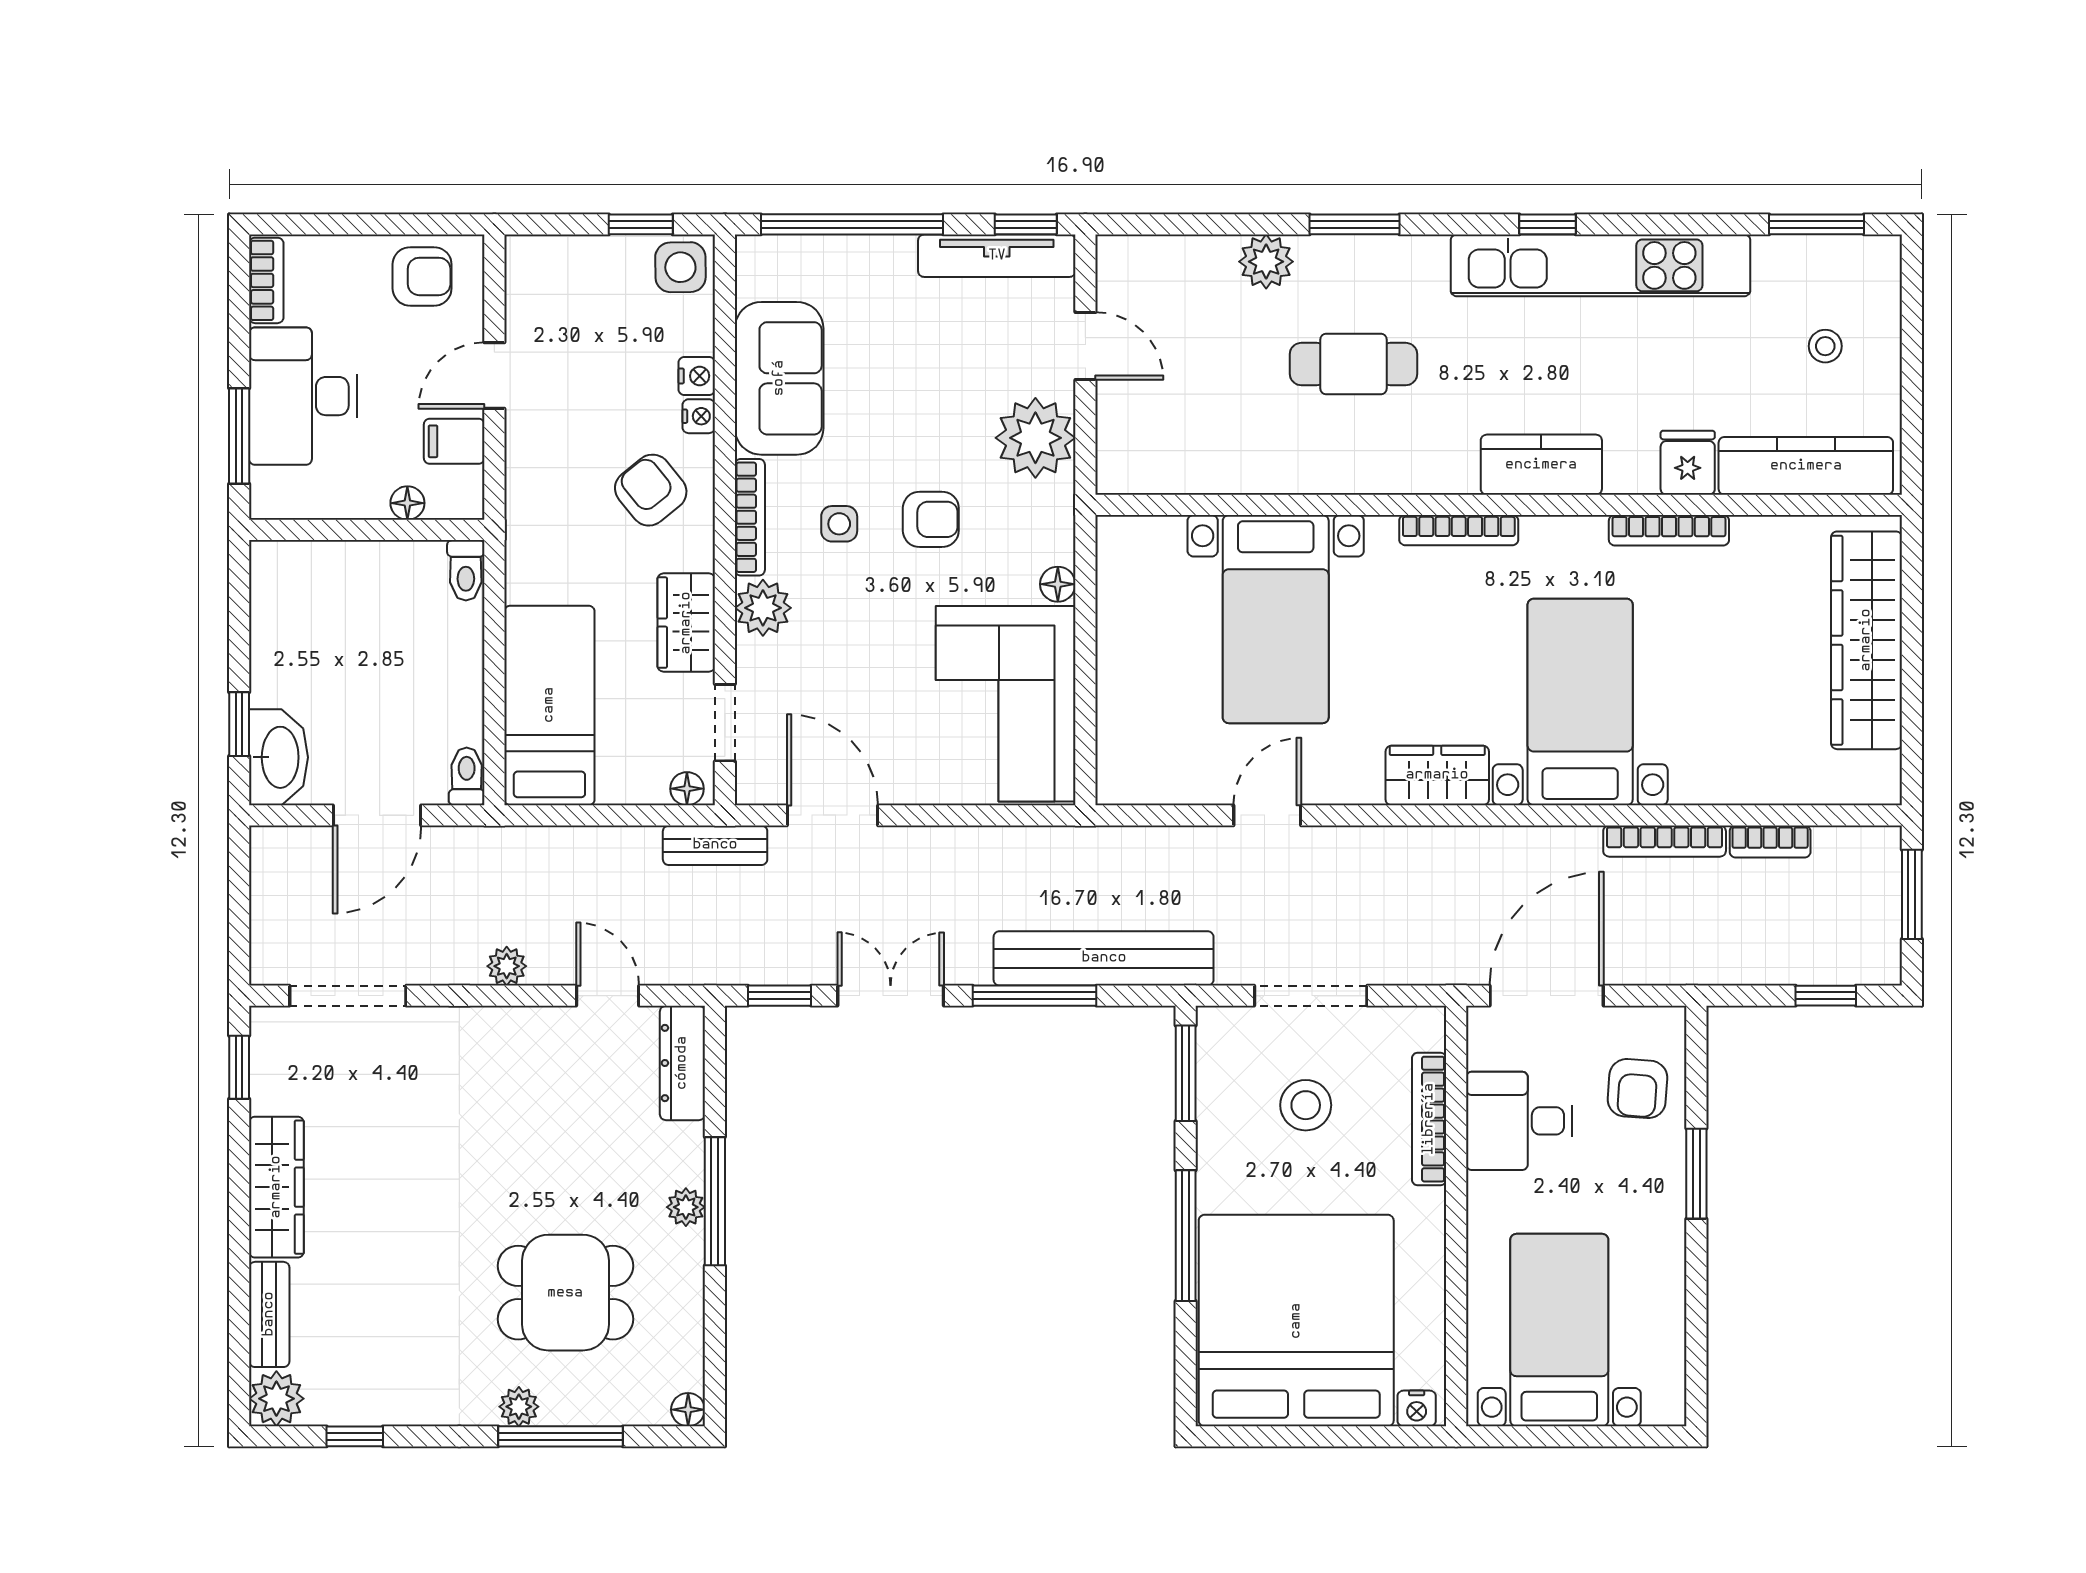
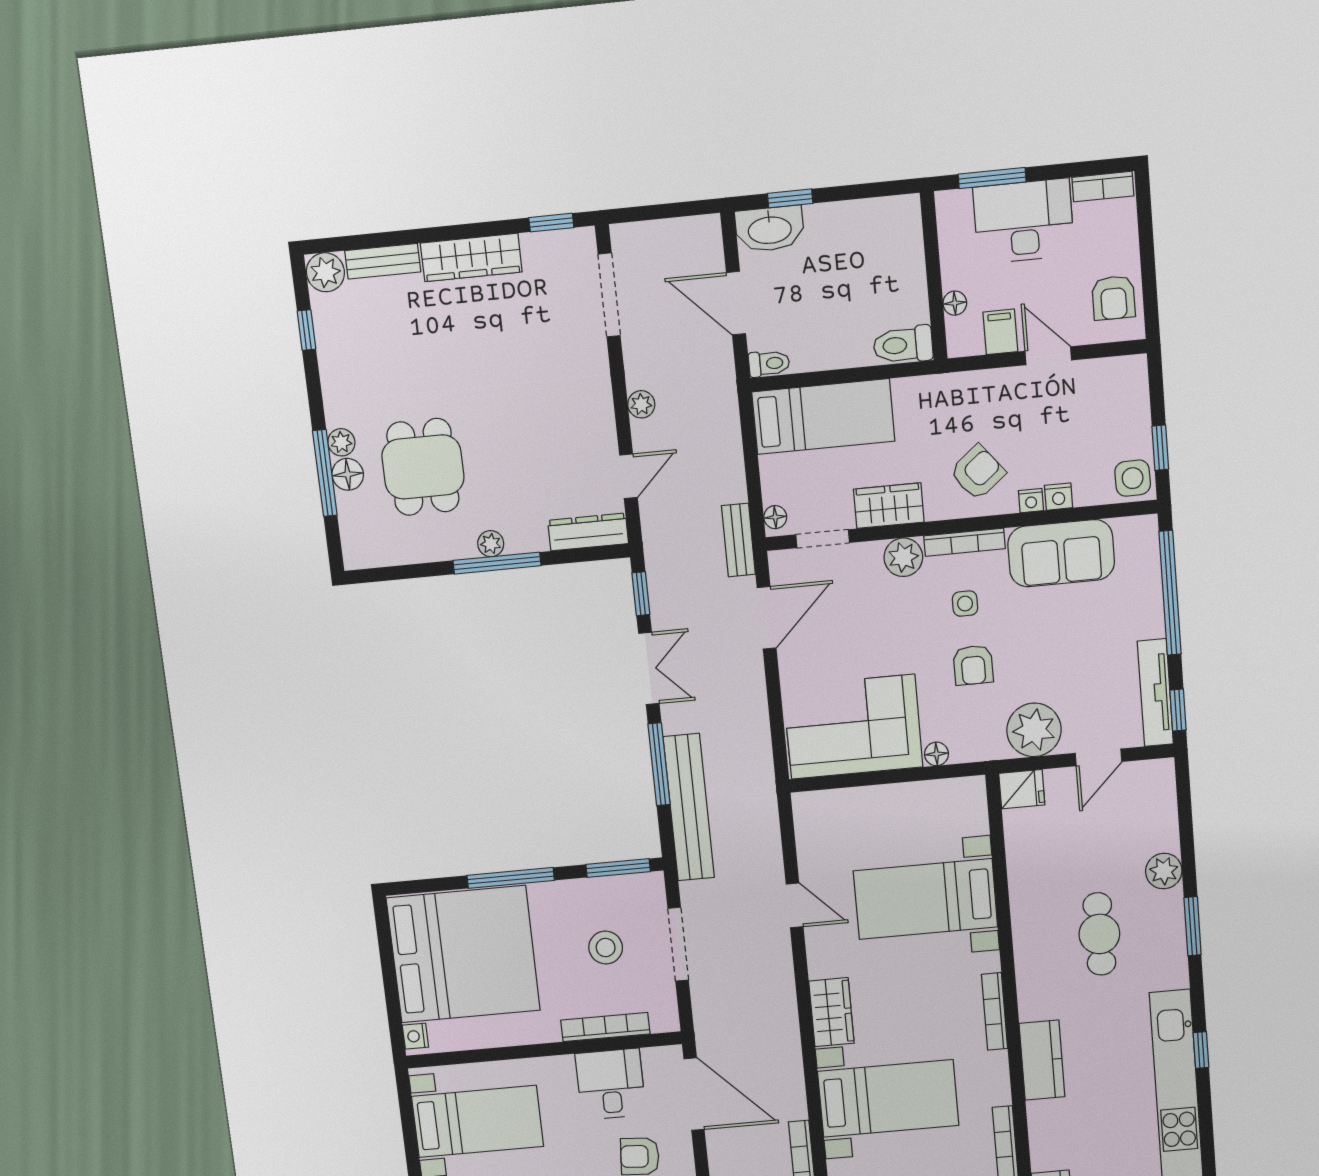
fridge: (1688, 463) -> (1022, 789), moved
toilet: (466, 570) -> (903, 345), width x1.37, depth x1.39
floor lamp: (688, 1410) -> (348, 474), moved, width x1.37, depth x1.37

